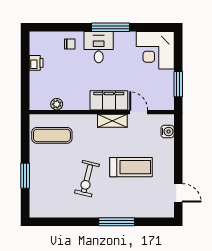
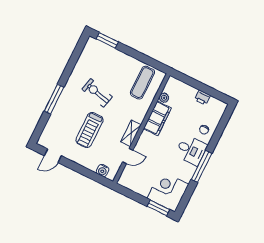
window: (178, 84) -> (158, 208), moved
filing cabinet: (109, 100) -> (157, 118), moved
window: (25, 176) -> (107, 40), moved

